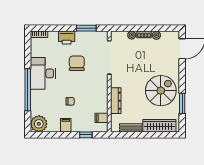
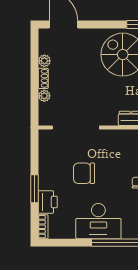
window: (86, 28) -> (34, 189), moved
printer: (67, 38) -> (48, 202), moved

